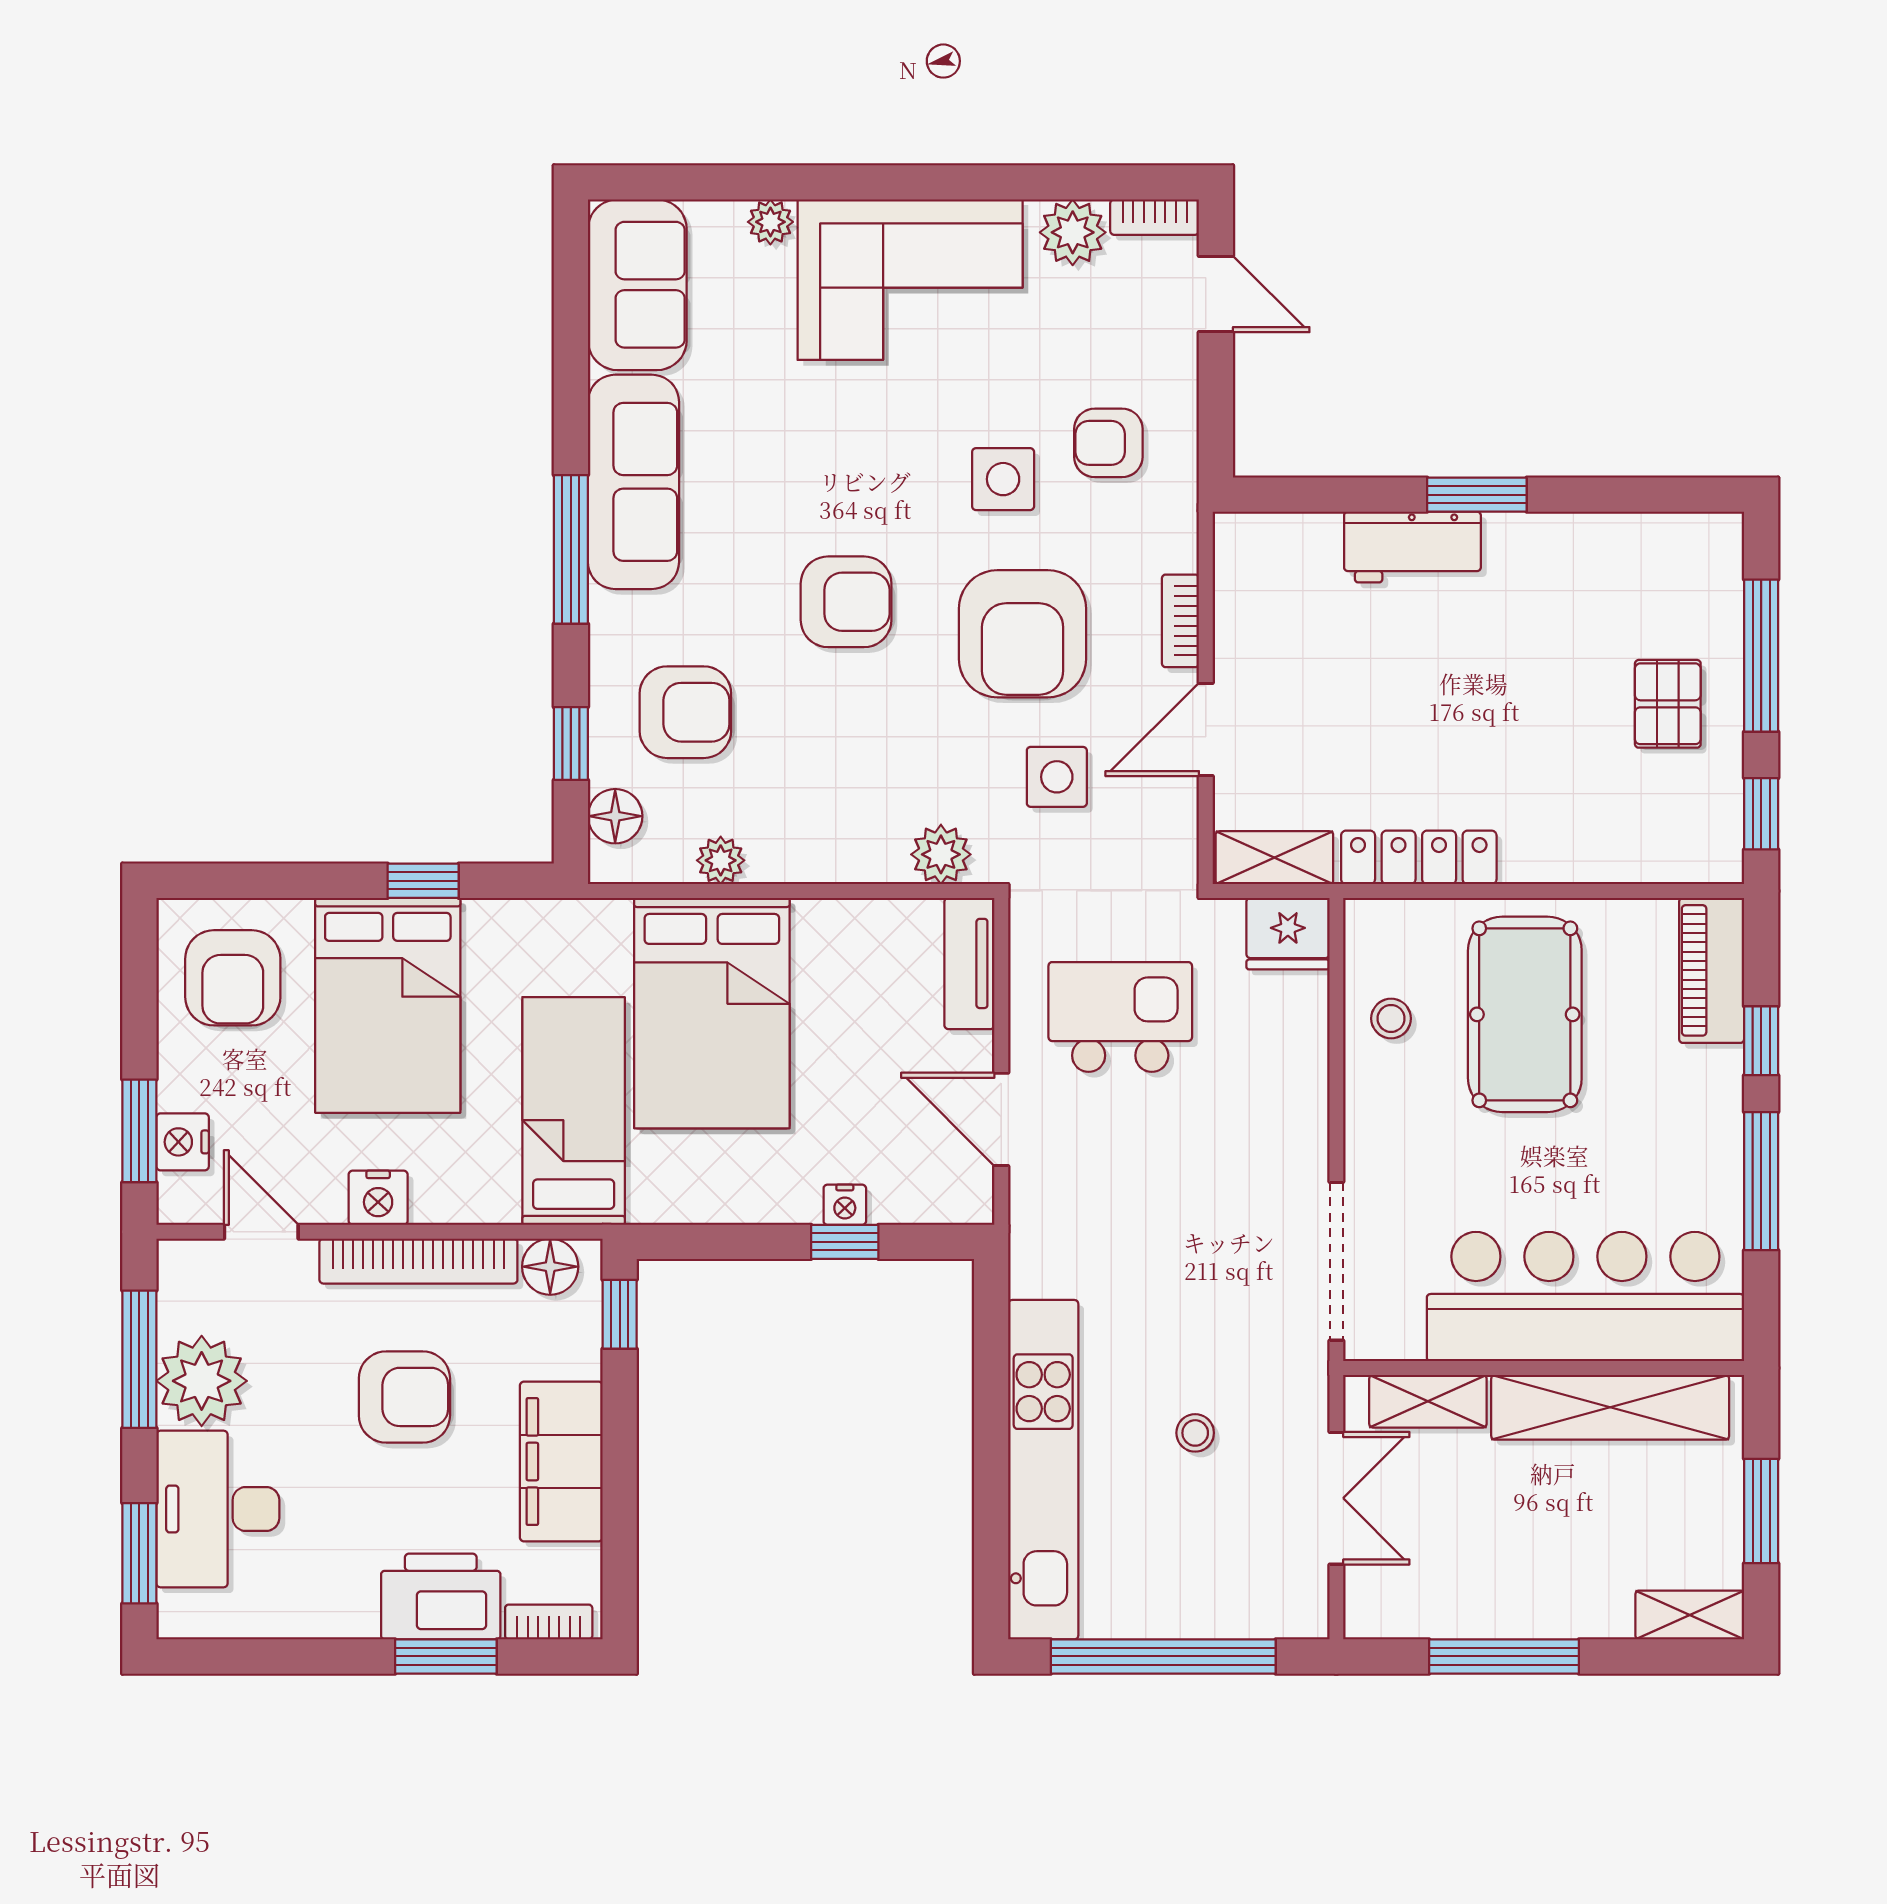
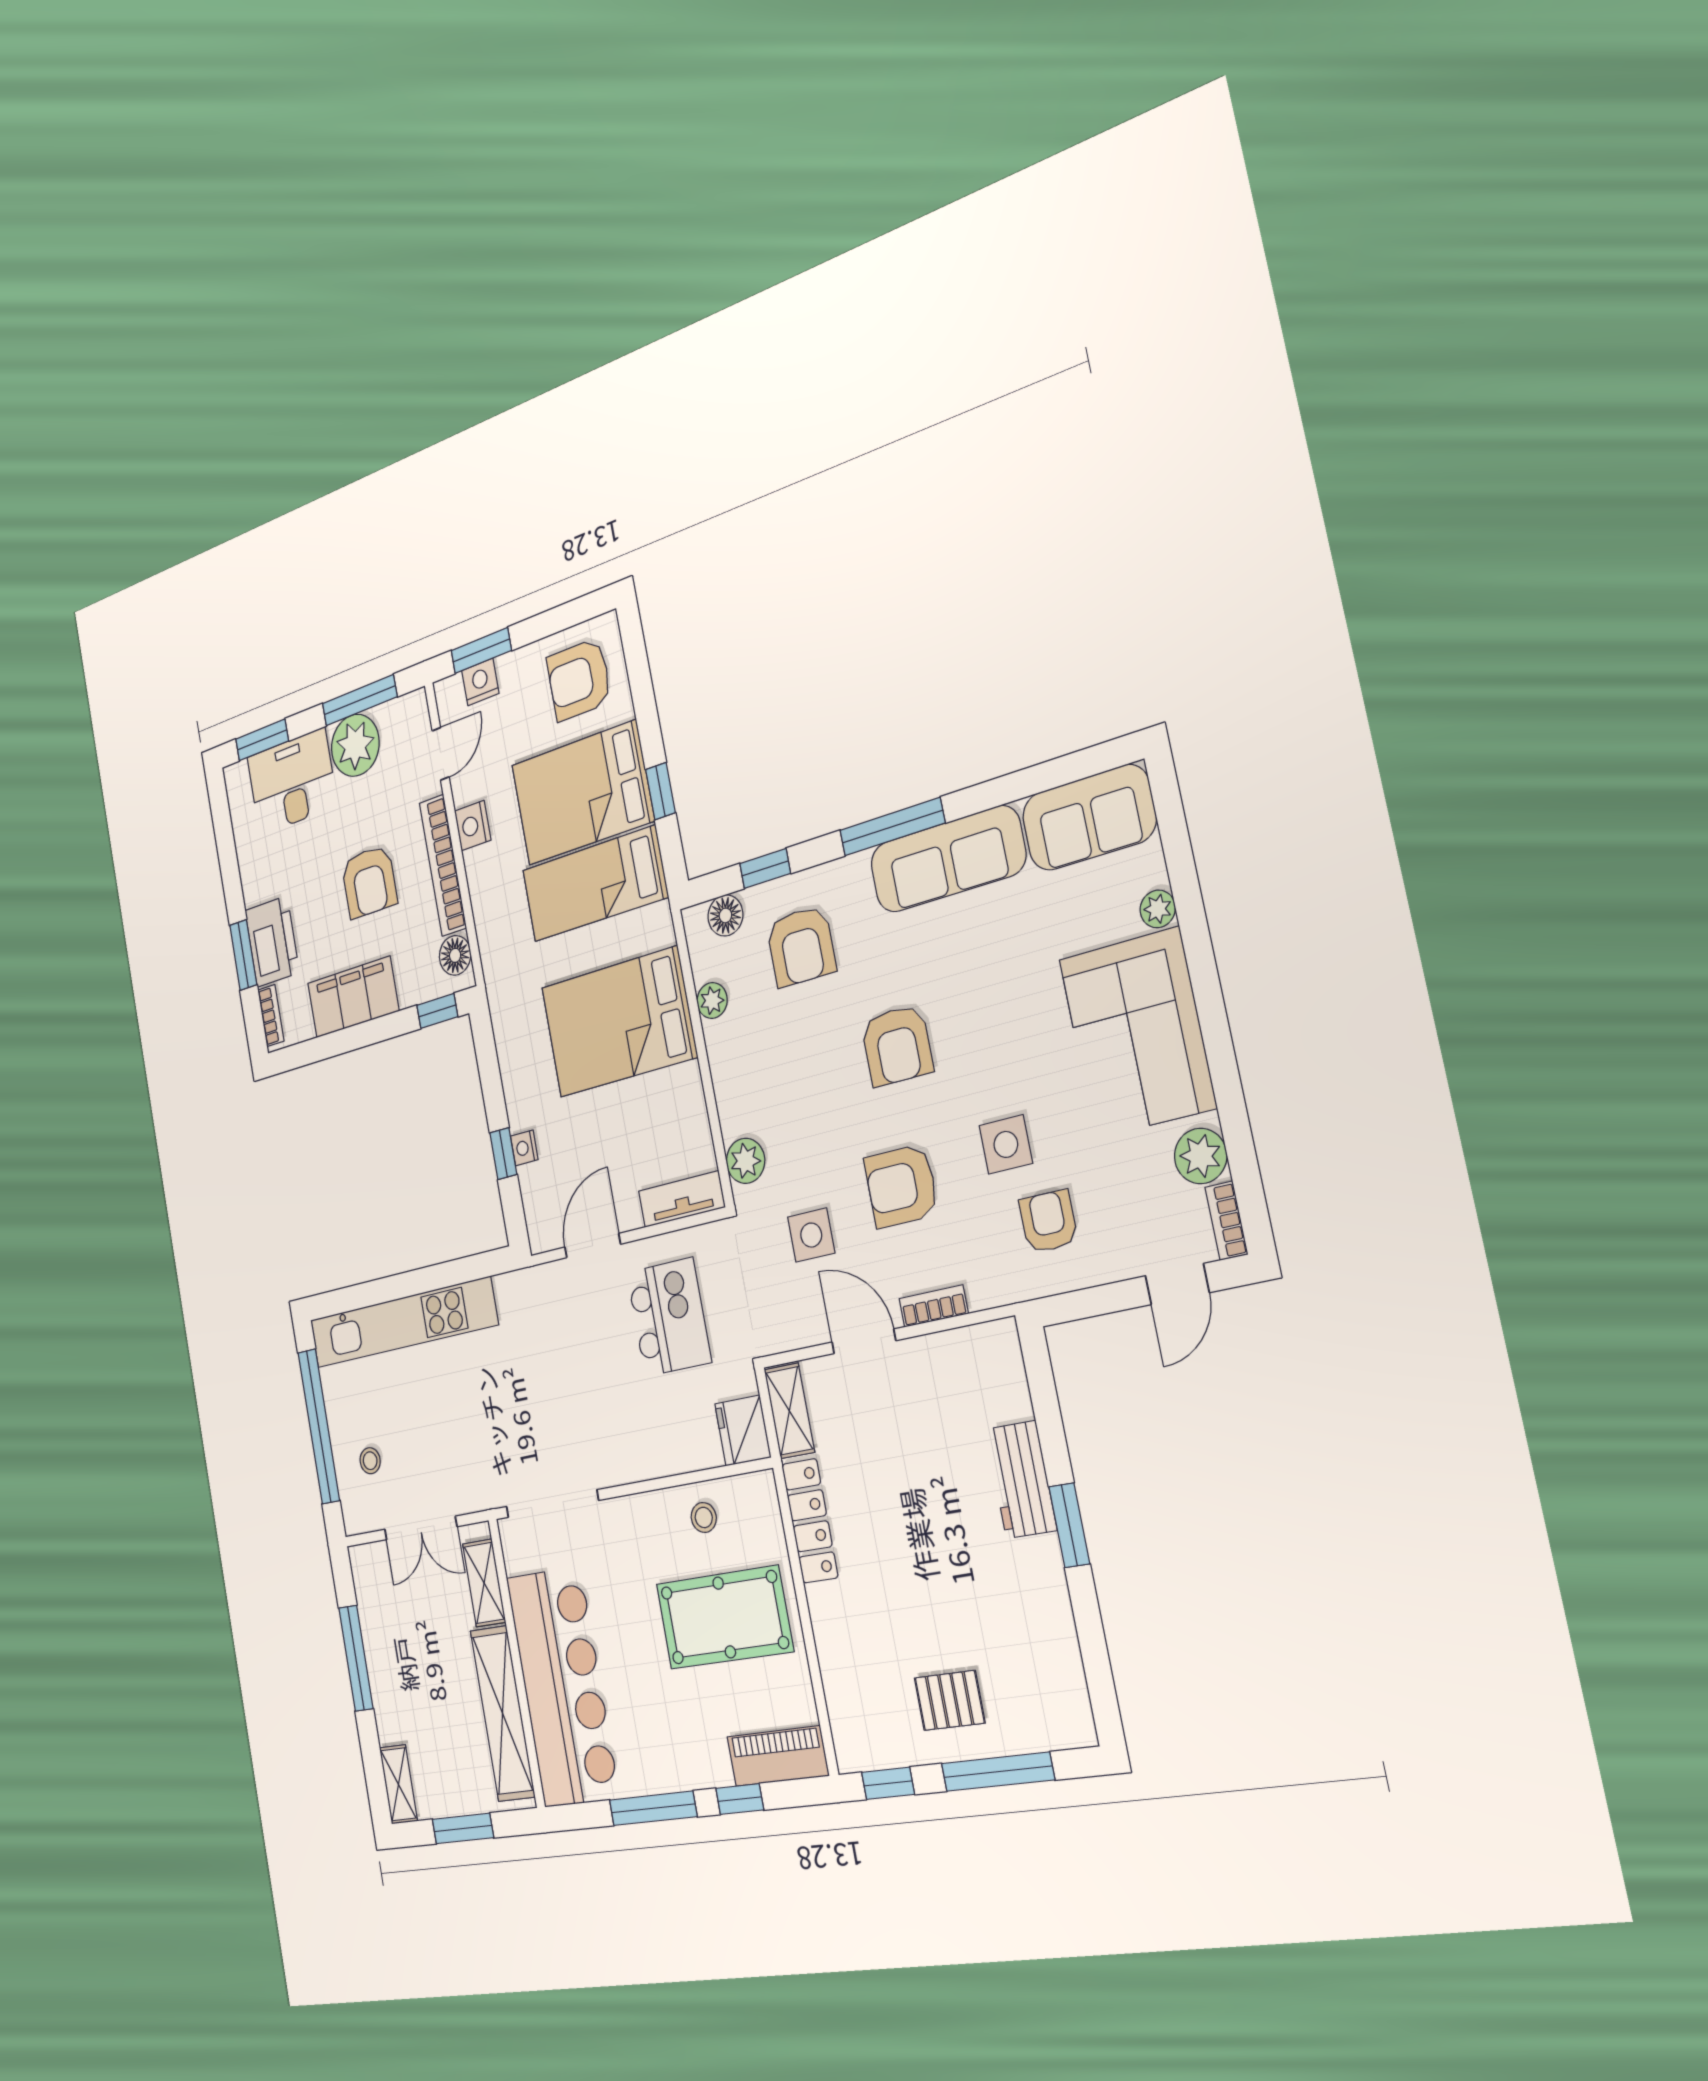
armchair: (1023, 634) -> (901, 1186), width x0.73, depth x0.73
bed: (574, 1111) -> (595, 884), moved, turned 180
stool: (1195, 1433) -> (370, 1461), moved

